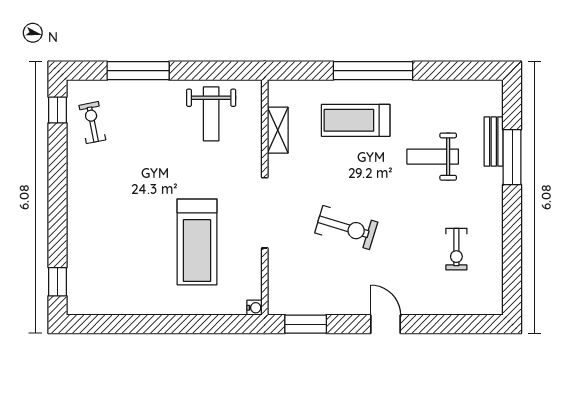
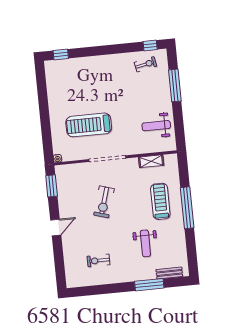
bench: (494, 141) -> (169, 273), moved
weight bench: (433, 157) -> (145, 243), turned 180

